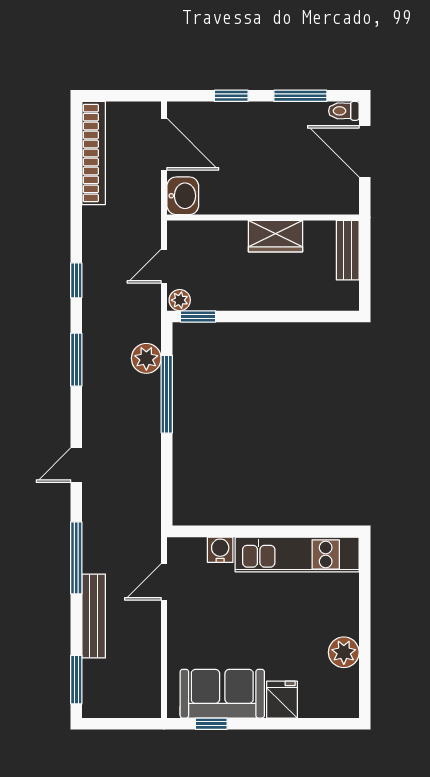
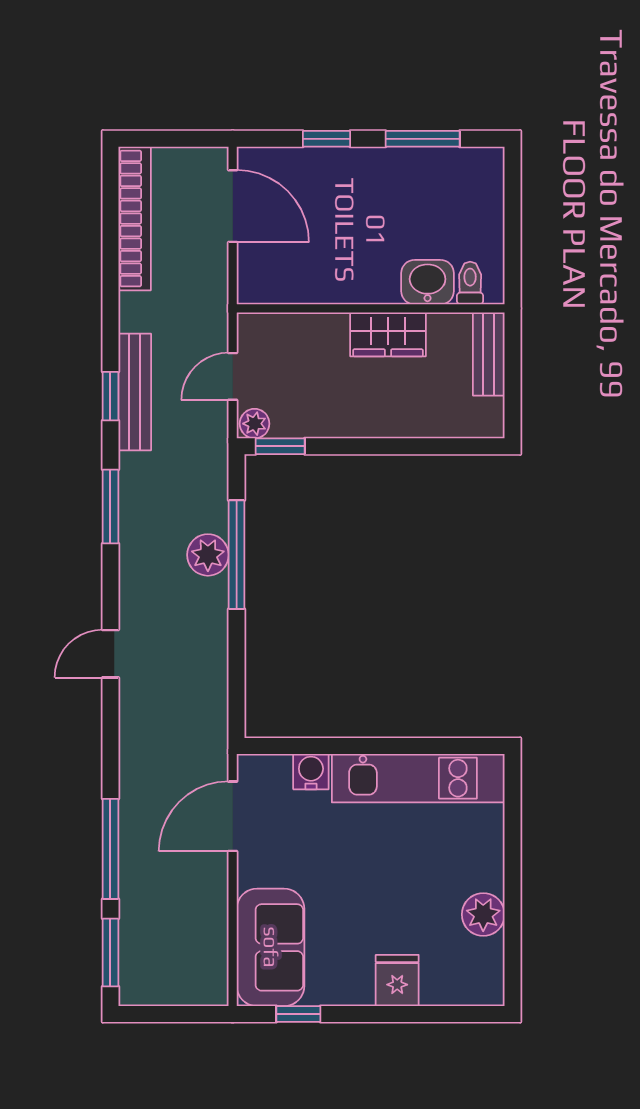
toilet: (344, 111) -> (470, 283), moved, turned 90
door: (365, 151) -> (513, 216), removed
washbasin: (183, 196) -> (428, 282), moved, turned -90
plant: (146, 358) -> (208, 555), moved
window: (76, 558) -> (110, 849), moved
door: (164, 582) -> (233, 816), width x1.38
bench: (94, 616) -> (135, 392), moved
sofa: (222, 694) -> (271, 947), moved, turned 90

